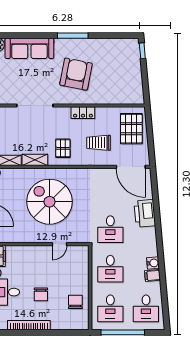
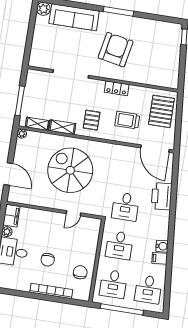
bookcase: (29, 325) -> (51, 291), moved

